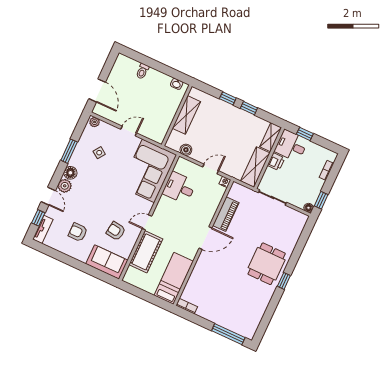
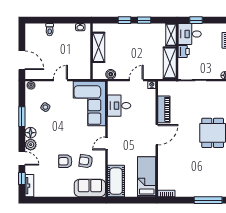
armchair: (78, 232) -> (65, 161), moved
cot: (146, 252) -> (116, 181), moved

